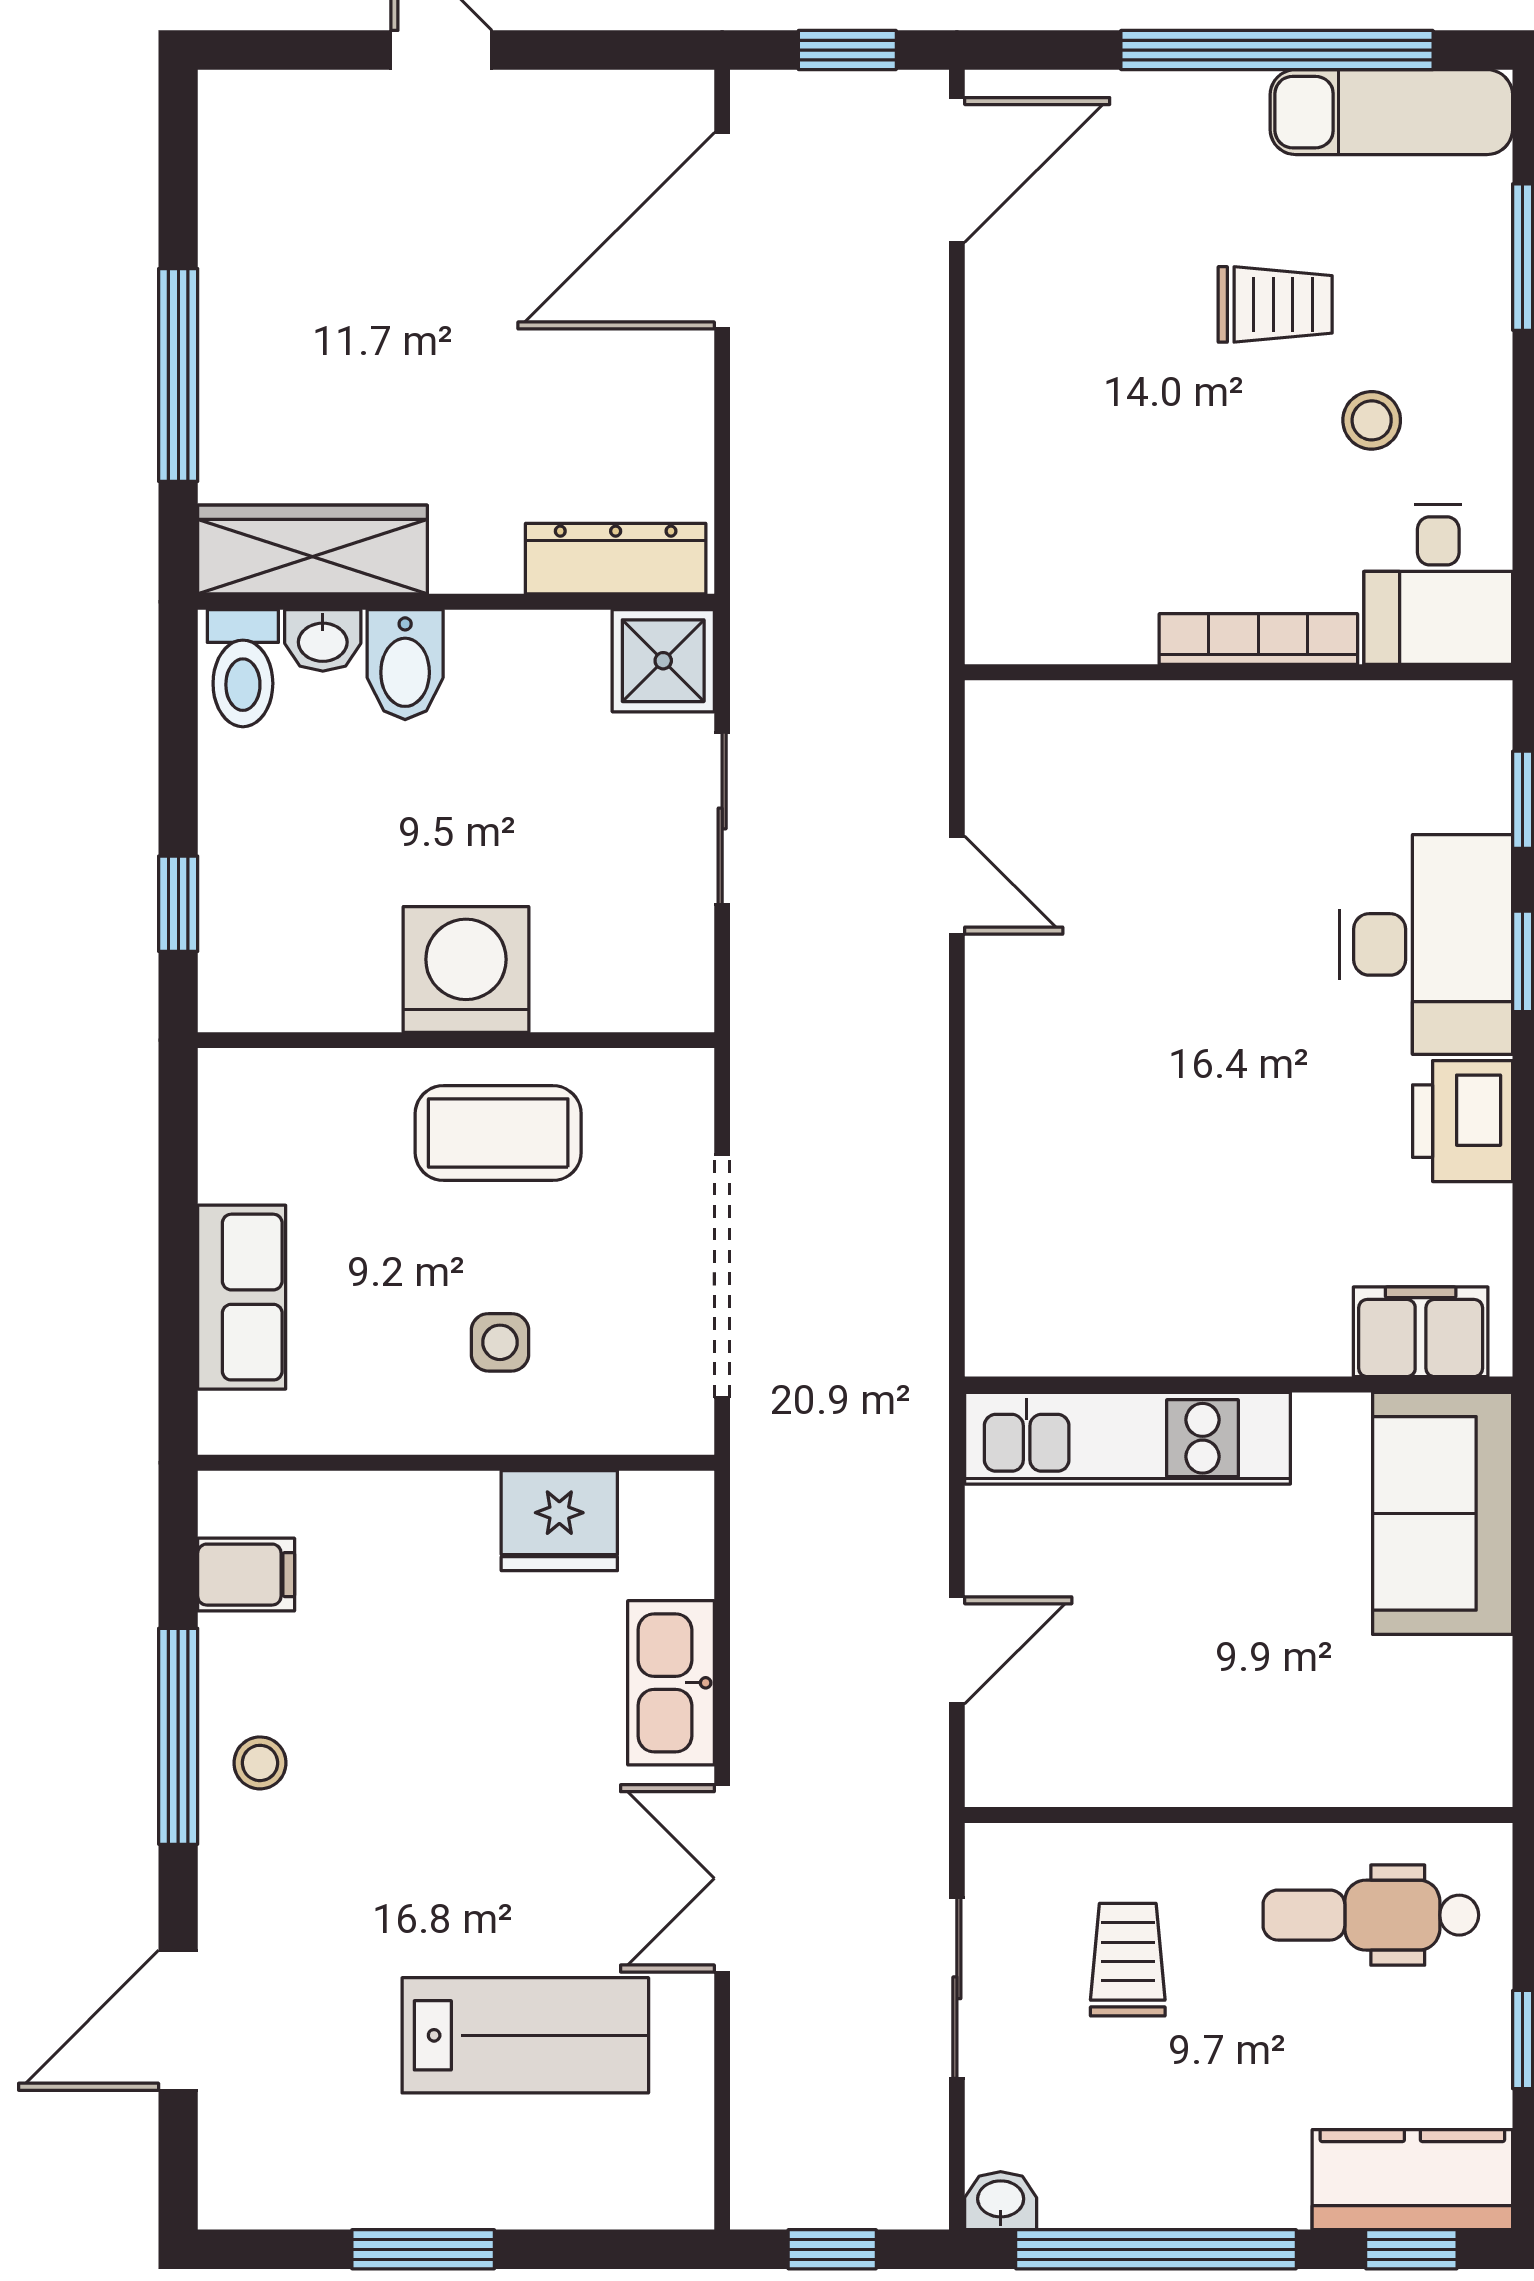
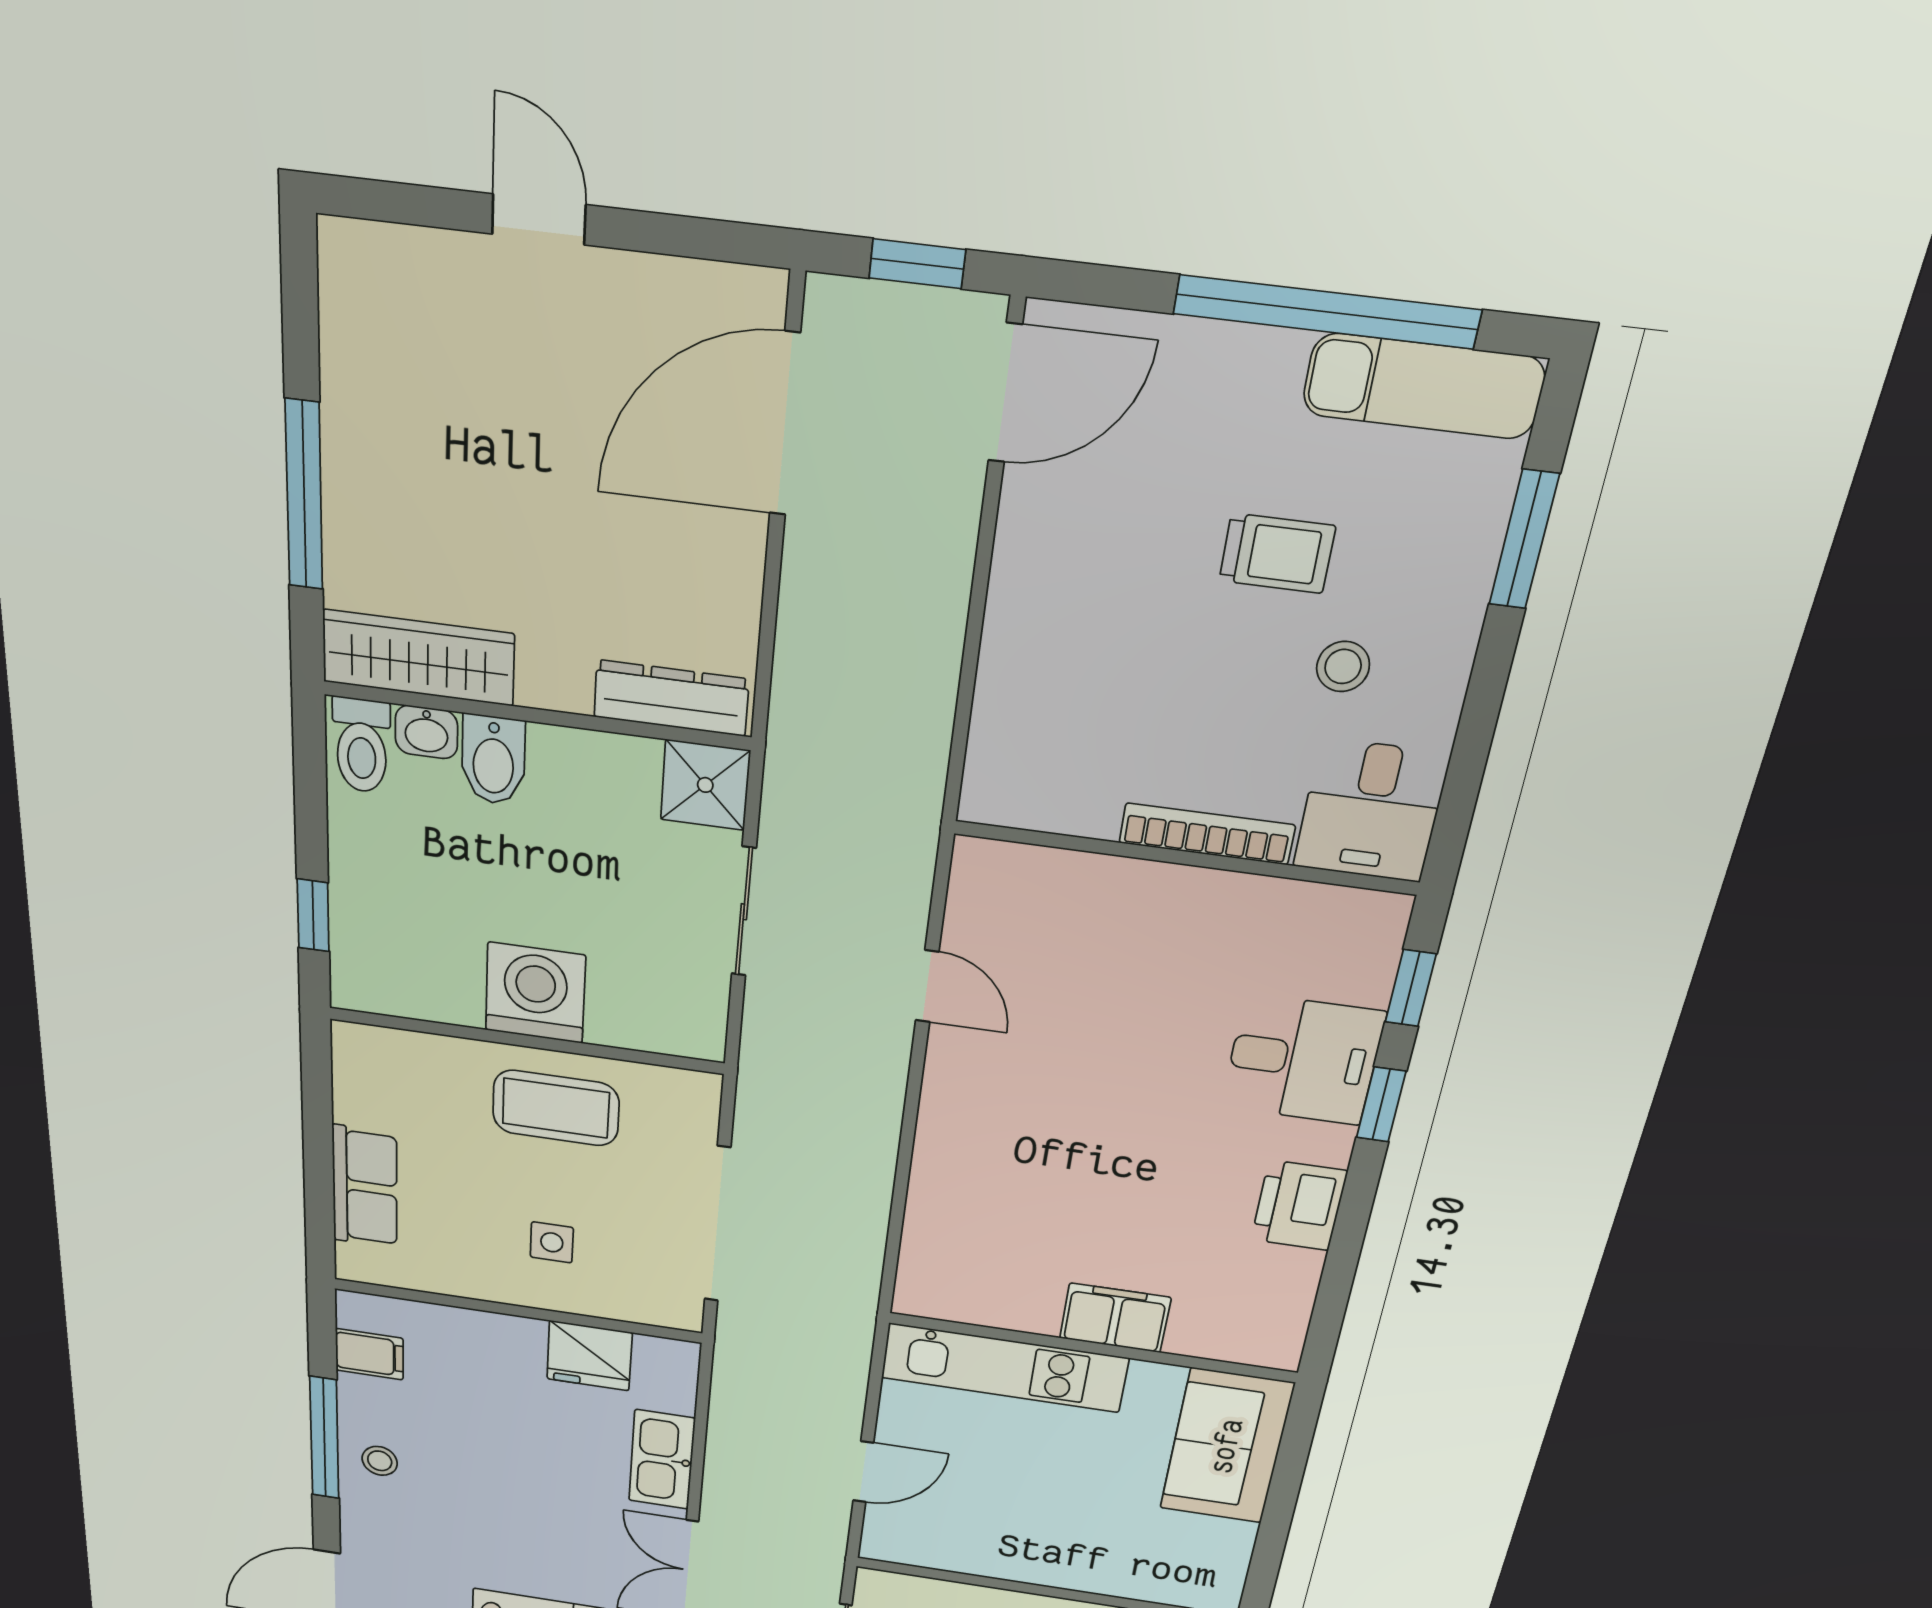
desk: (1426, 944) -> (1303, 1060), width x0.73
filing cabinet: (1421, 1332) -> (1115, 1318), moved

